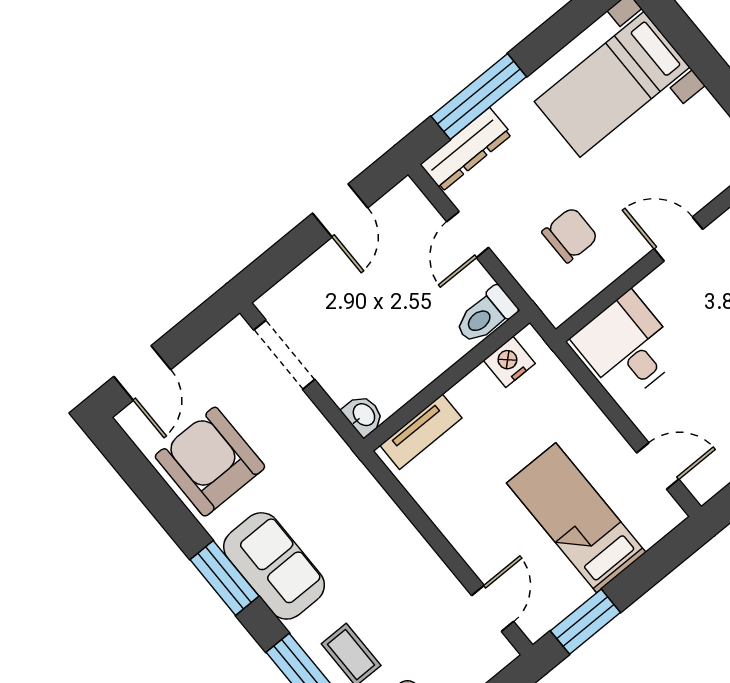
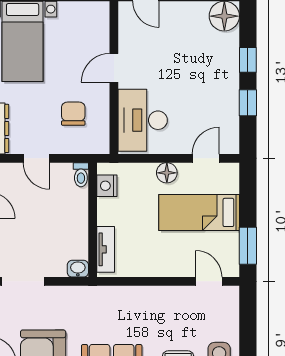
toilet: (486, 315) -> (81, 175), width x0.73, depth x0.72
desk: (627, 347) -> (143, 120), width x1.37
floor lamp: (594, 429) -> (167, 173), added

